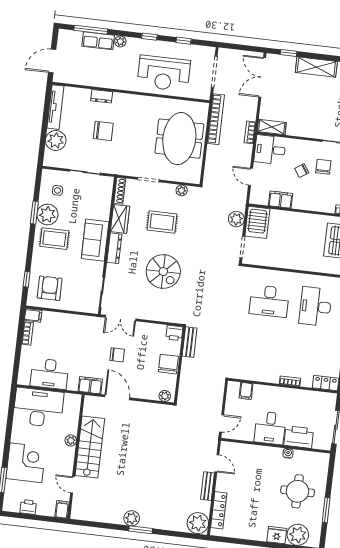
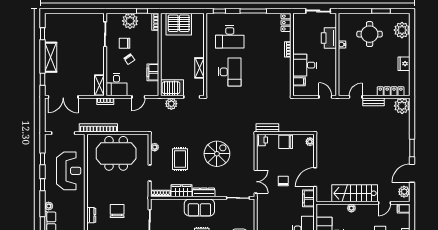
shelving: (279, 262) -> (199, 68), added
desk: (270, 428) -> (305, 65), moved, turned 180
plant: (132, 518) -> (404, 192), moved
door: (107, 526) -> (412, 173), added
fridge: (277, 535) -> (404, 64), moved

